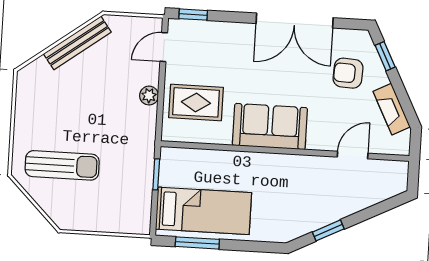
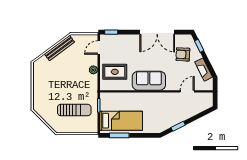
sun lounger: (62, 165) -> (74, 110), moved

